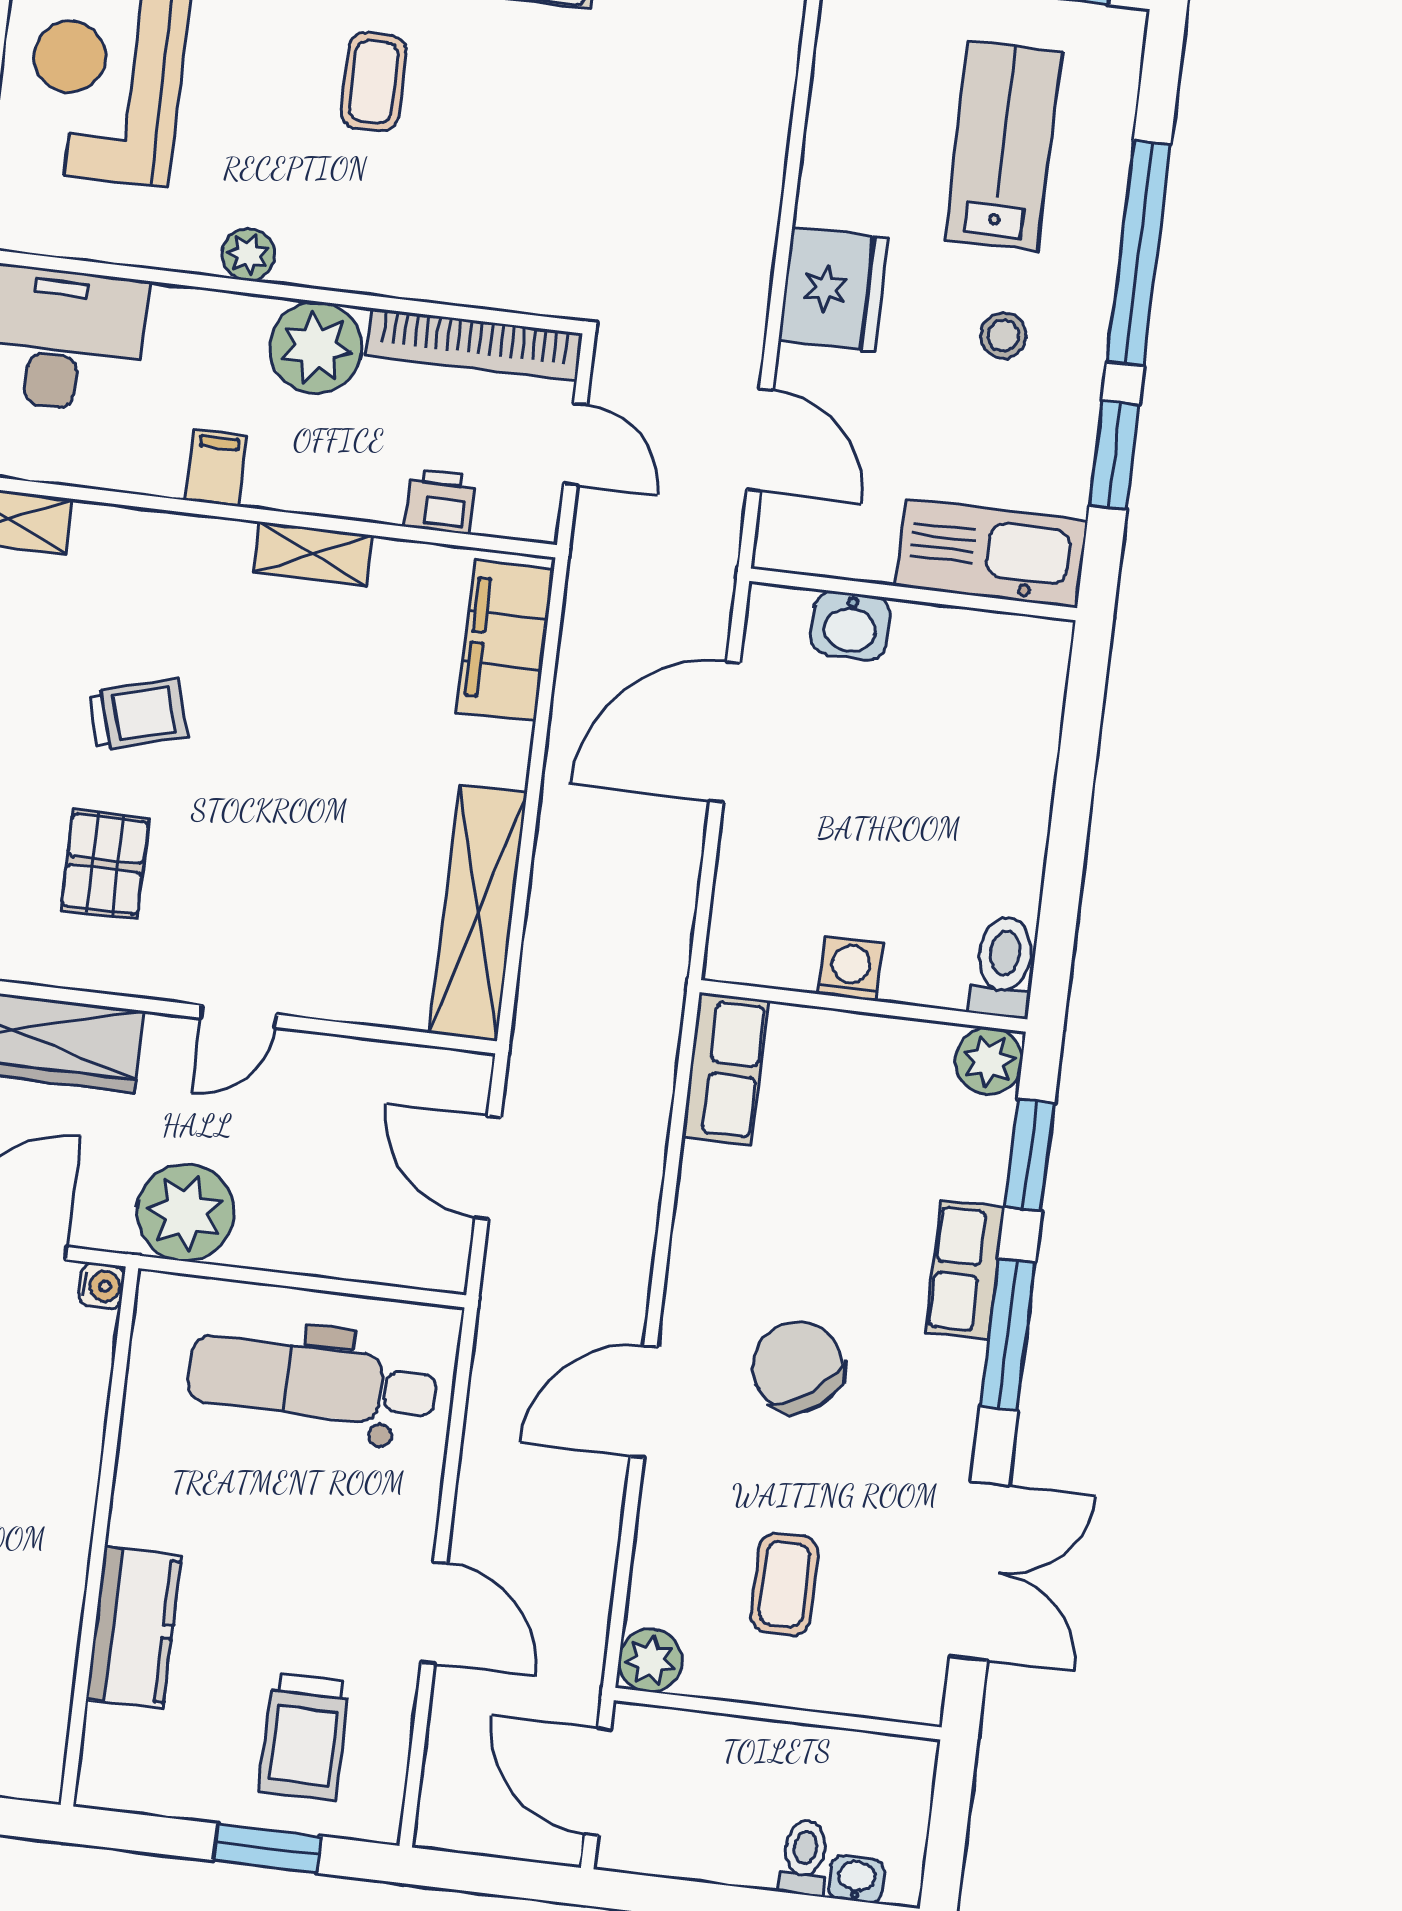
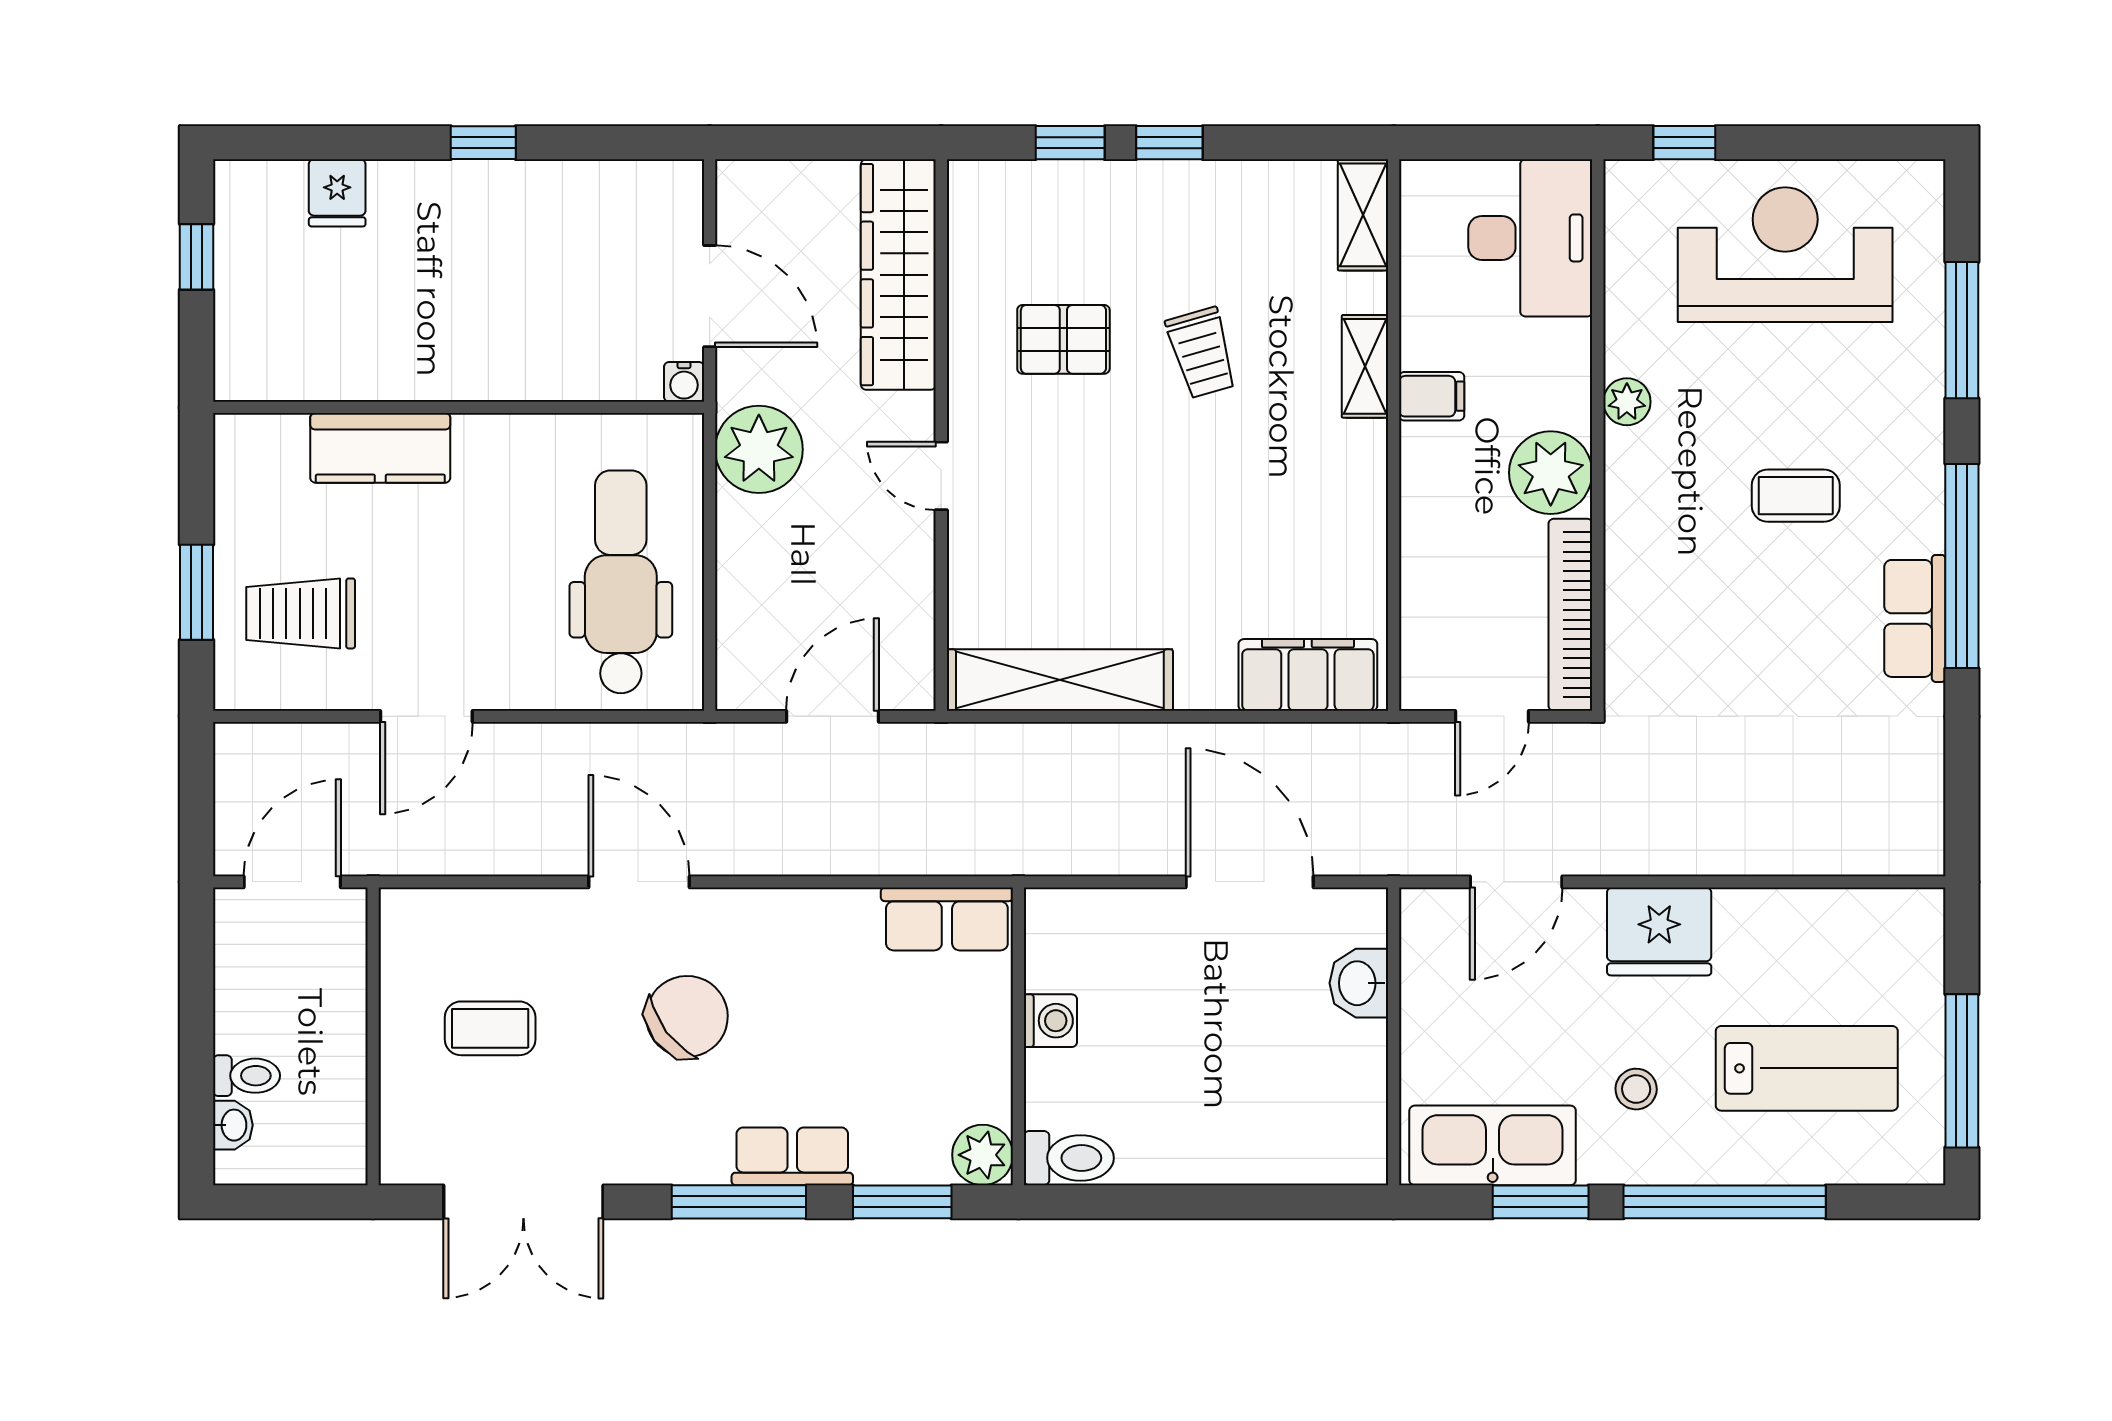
printer: (440, 502) -> (1425, 601), removed
kitchen sink: (991, 553) -> (1493, 1145), moved, turned -90
shelving: (313, 554) -> (1365, 366), moved
plant: (650, 1660) -> (407, 916), removed

